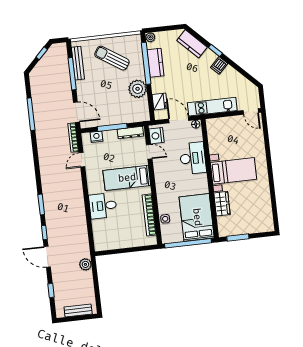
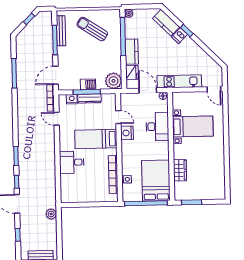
kitchen counter: (155, 63) -> (132, 52), moved
dishwasher: (219, 65) -> (180, 36), moved
plant: (138, 89) -> (113, 81), moved
door: (76, 112) -> (56, 75), swing flipped
barbecue: (113, 119) -> (88, 84), added
dresser: (130, 133) -> (89, 98), moved
nightstand: (157, 136) -> (127, 133), moved
door: (82, 160) -> (57, 119), hinge flipped
bed with nightstands: (233, 171) -> (193, 126), moved

